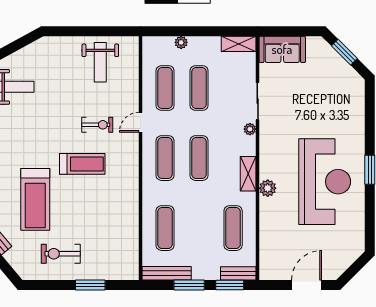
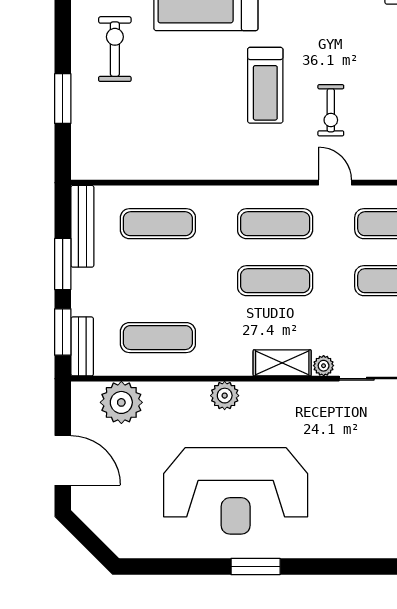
shelving: (248, 174) -> (282, 363), moved
plant: (272, 250) -> (121, 402), added

